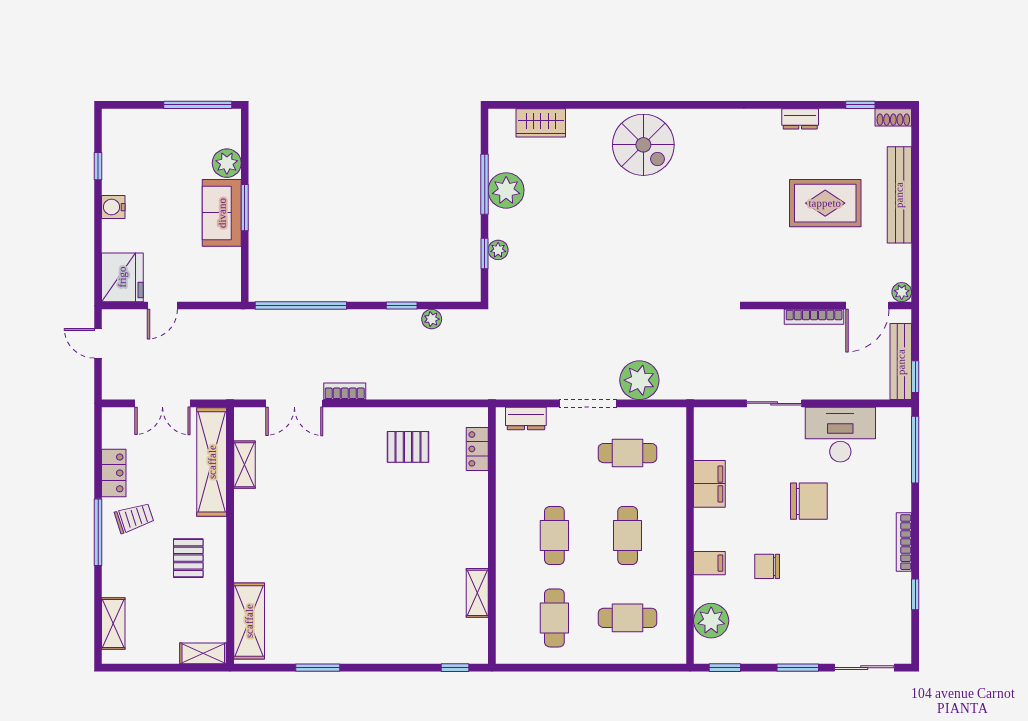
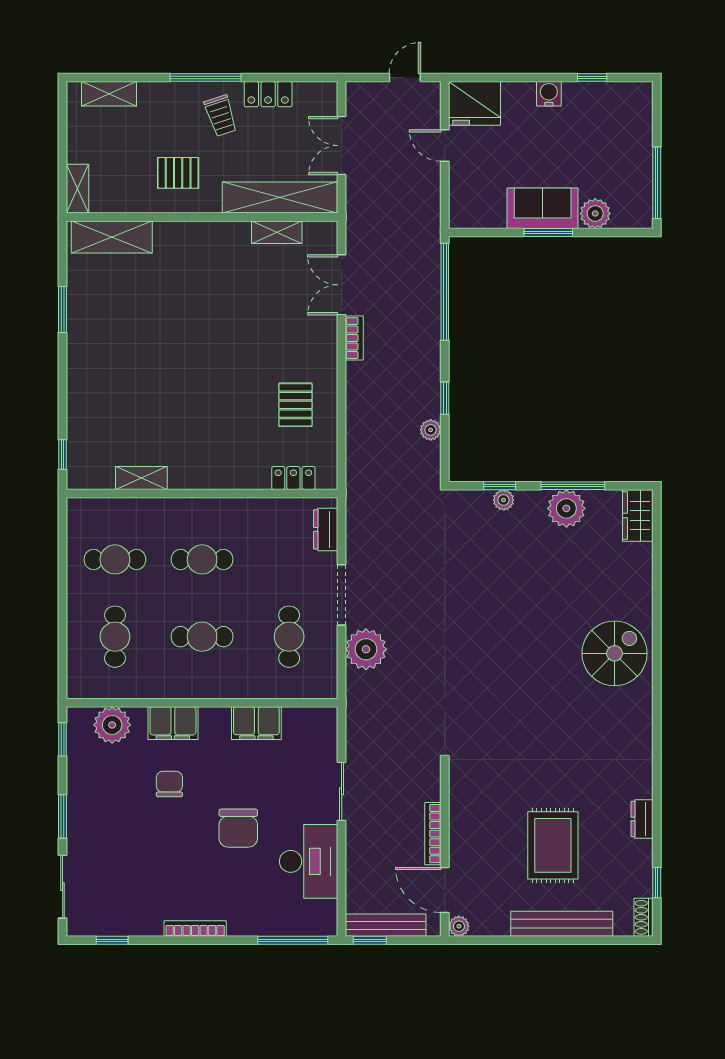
wardrobe: (541, 123) -> (638, 516), moved
spiral stairs: (643, 145) -> (614, 653), turned 180
filing cabinet: (709, 563) -> (173, 723), width x2.00
window: (915, 594) -> (112, 940), moved

